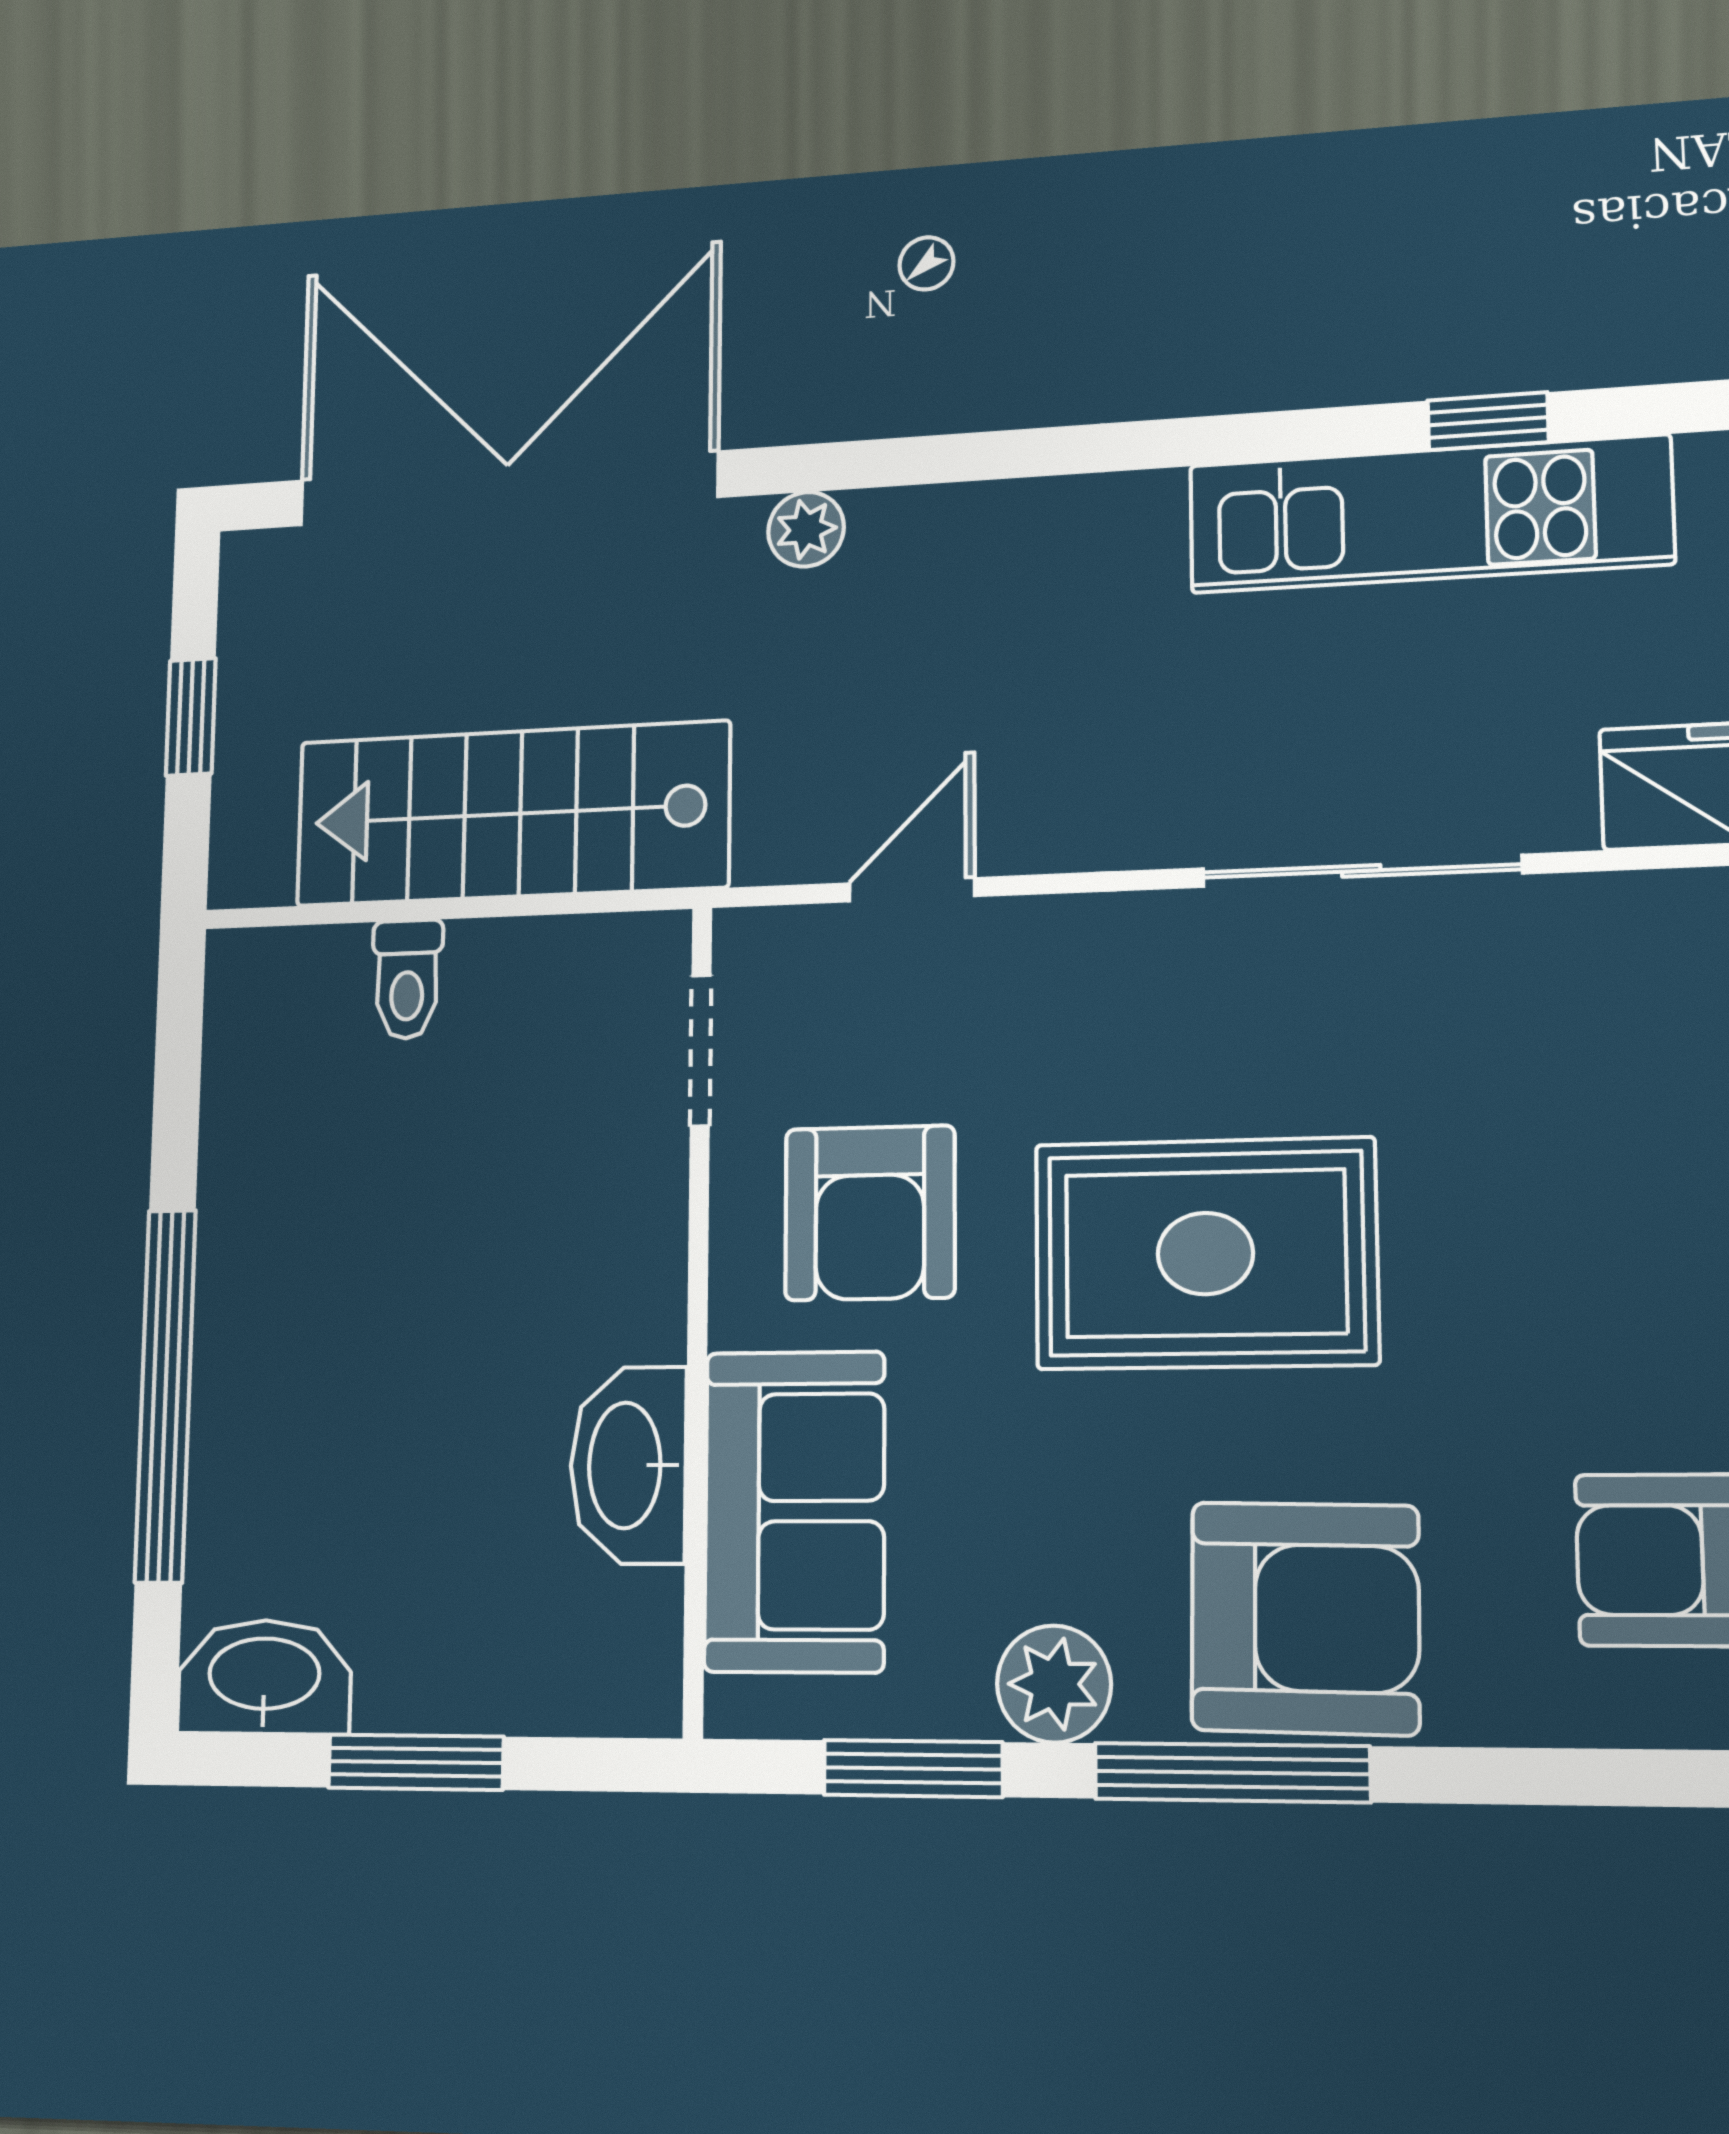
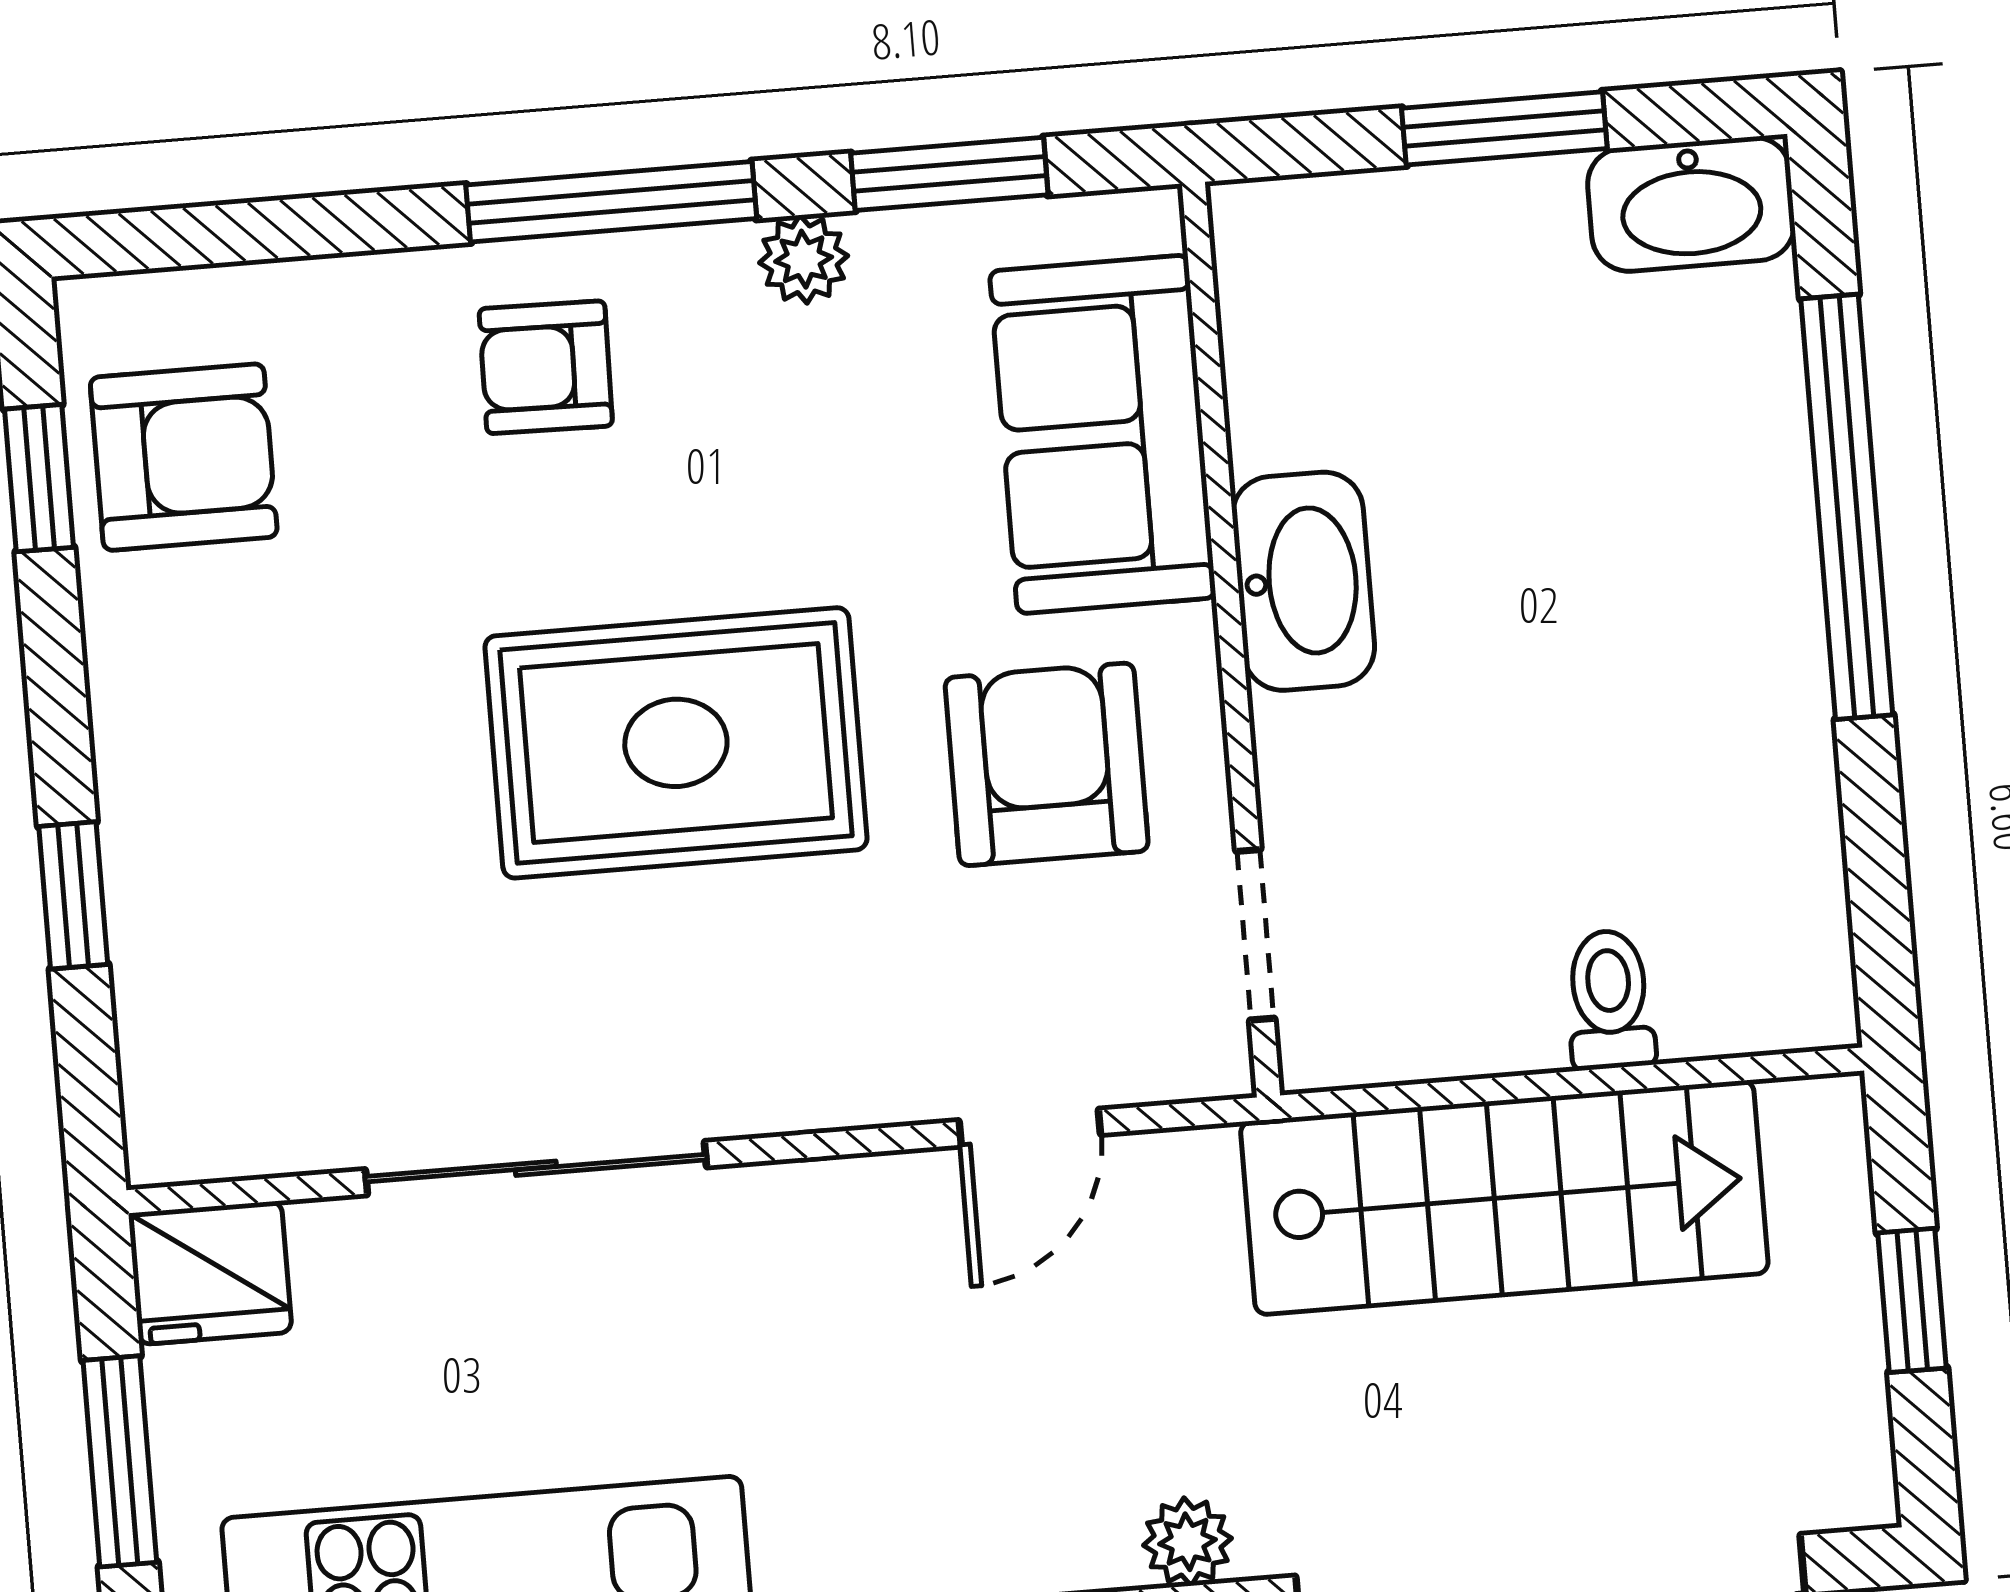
washbasin: (628, 1465) -> (1303, 581), moved
armchair: (1305, 1618) -> (546, 367), width x0.53, depth x0.53
plant: (1054, 1684) -> (804, 259), width x0.73, depth x0.73

